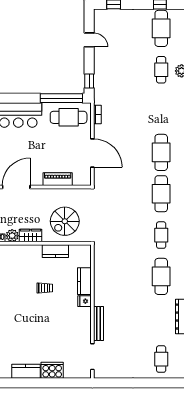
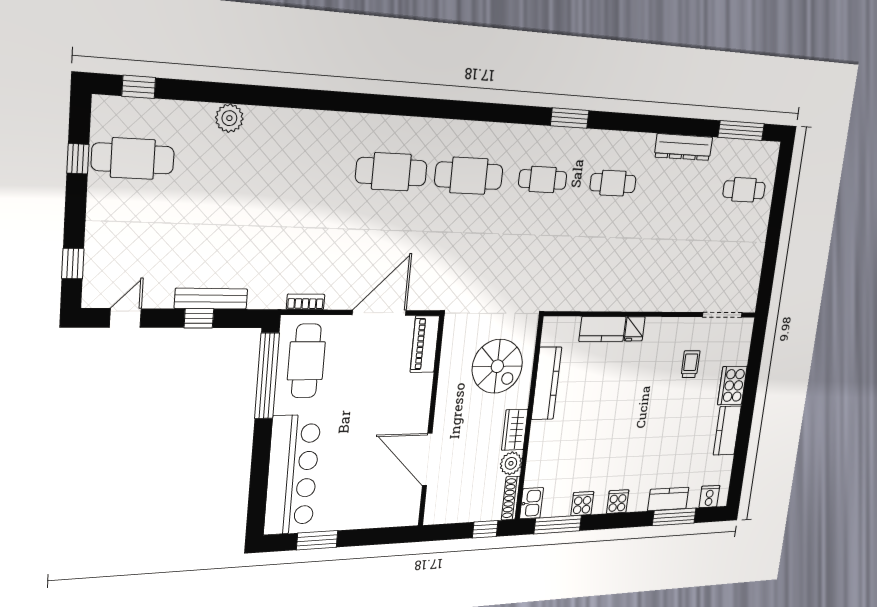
door: (89, 40) -> (125, 318), moved
cafe table: (161, 70) -> (224, 163), removed
window: (89, 81) -> (199, 318), moved
piano: (58, 179) -> (425, 344), moved
kitchen counter: (55, 251) -> (546, 383), width x1.50
cafe table: (161, 276) -> (613, 183), width x0.73, depth x0.74
trolley: (45, 288) -> (690, 364), moved
bench: (99, 323) -> (211, 299), moved

